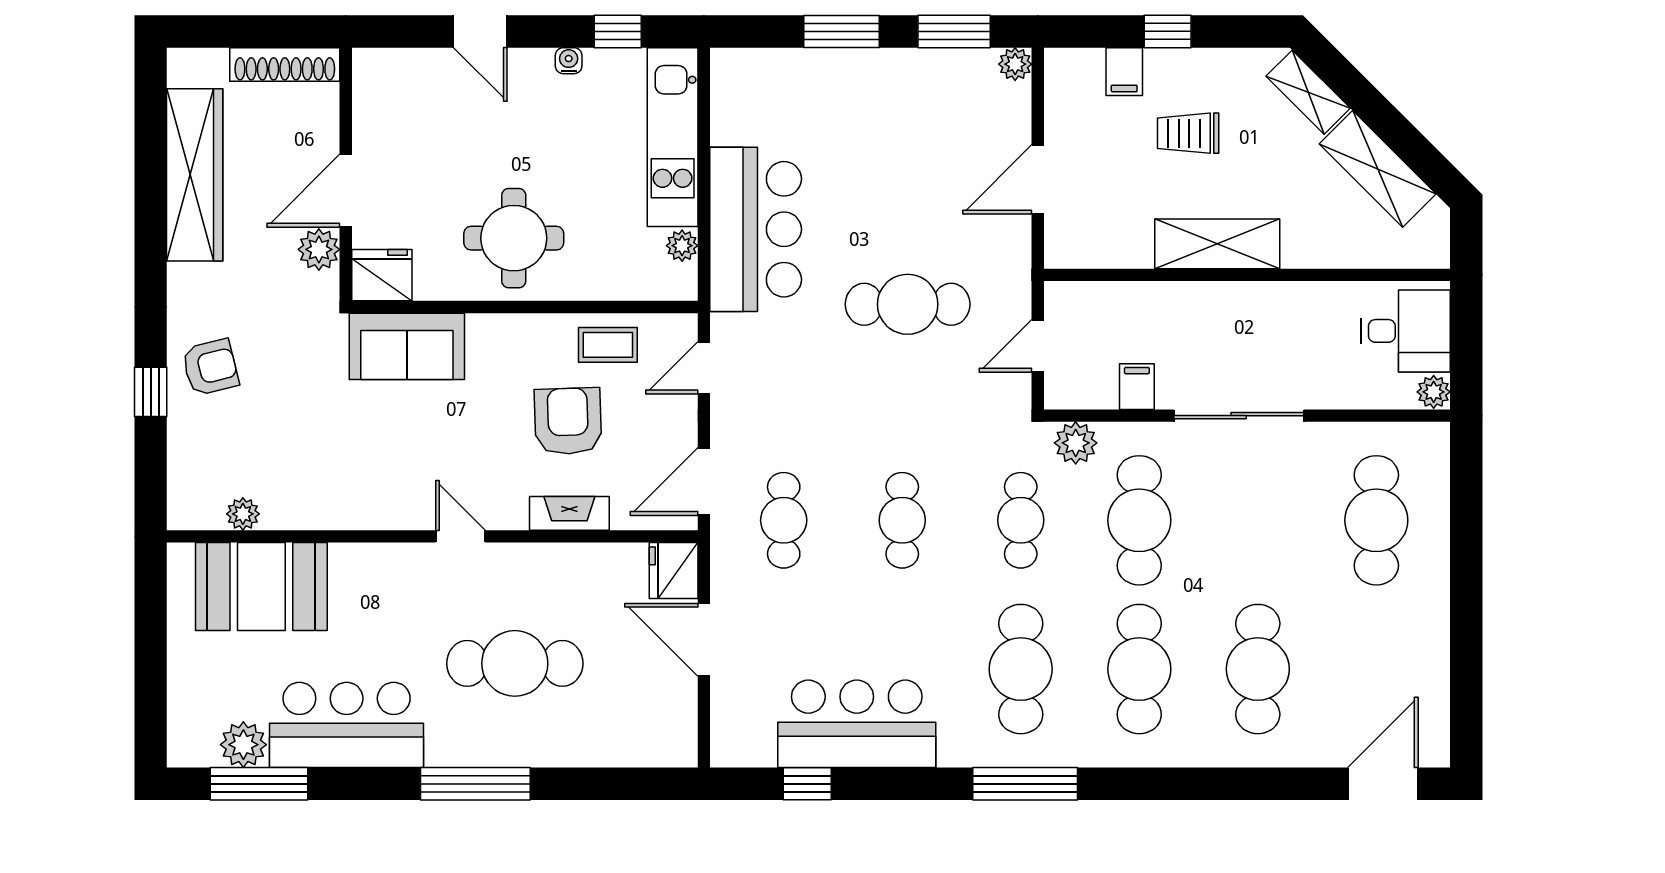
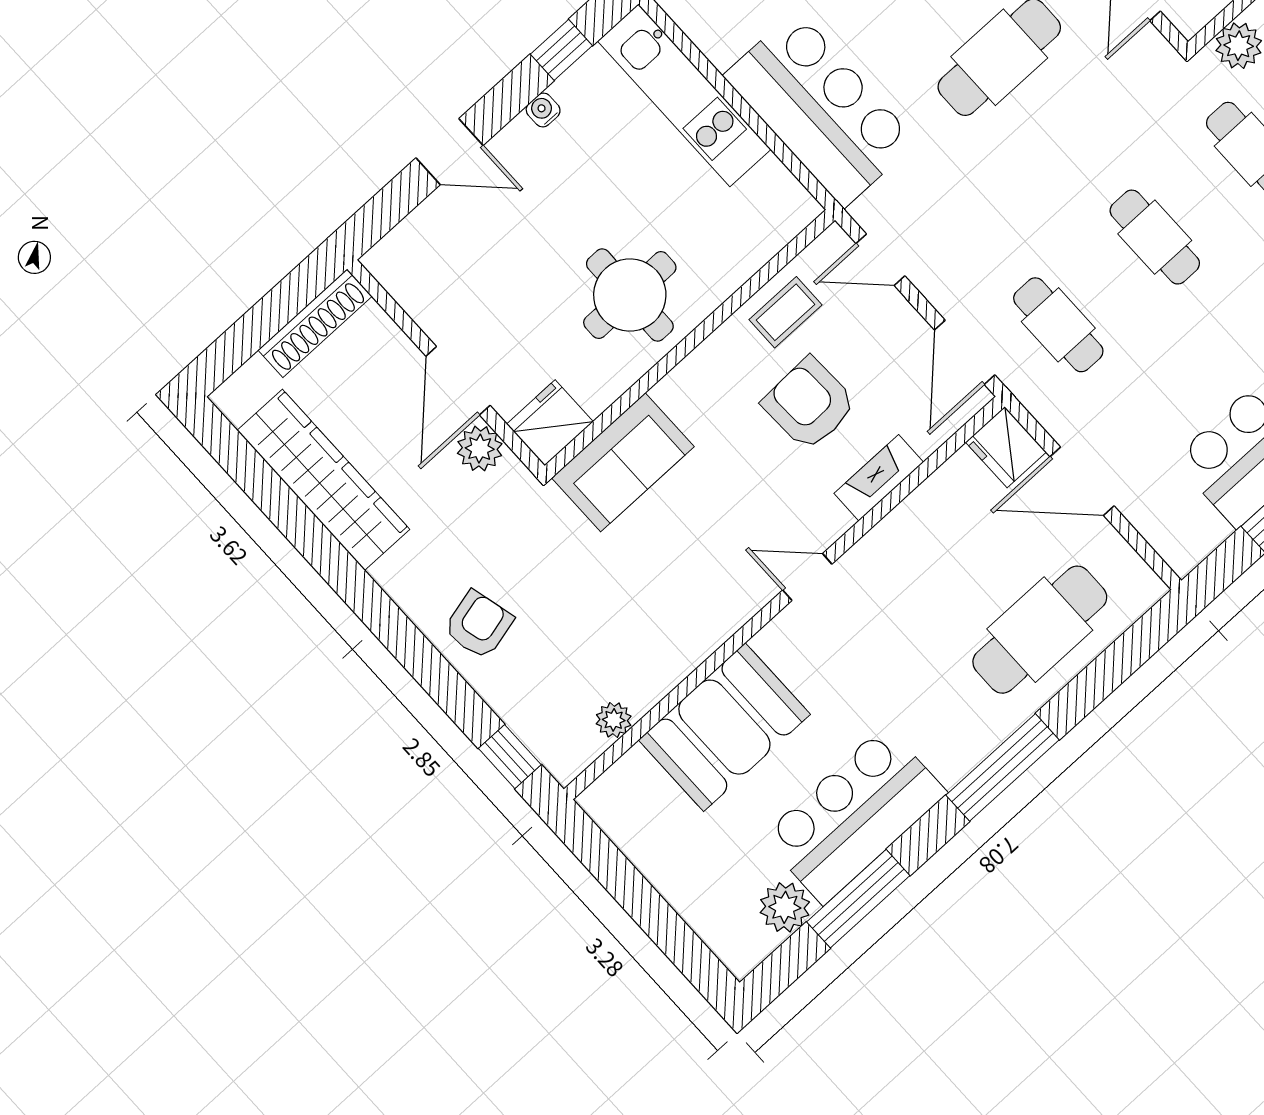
plant: (682, 246) -> (772, 177), removed
door: (704, 368) -> (880, 260), hinge flipped
window: (151, 392) -> (510, 757), moved
booth: (261, 586) -> (724, 727), moved
cafe table: (515, 663) -> (1040, 630), moved
window: (259, 784) -> (858, 899), moved

